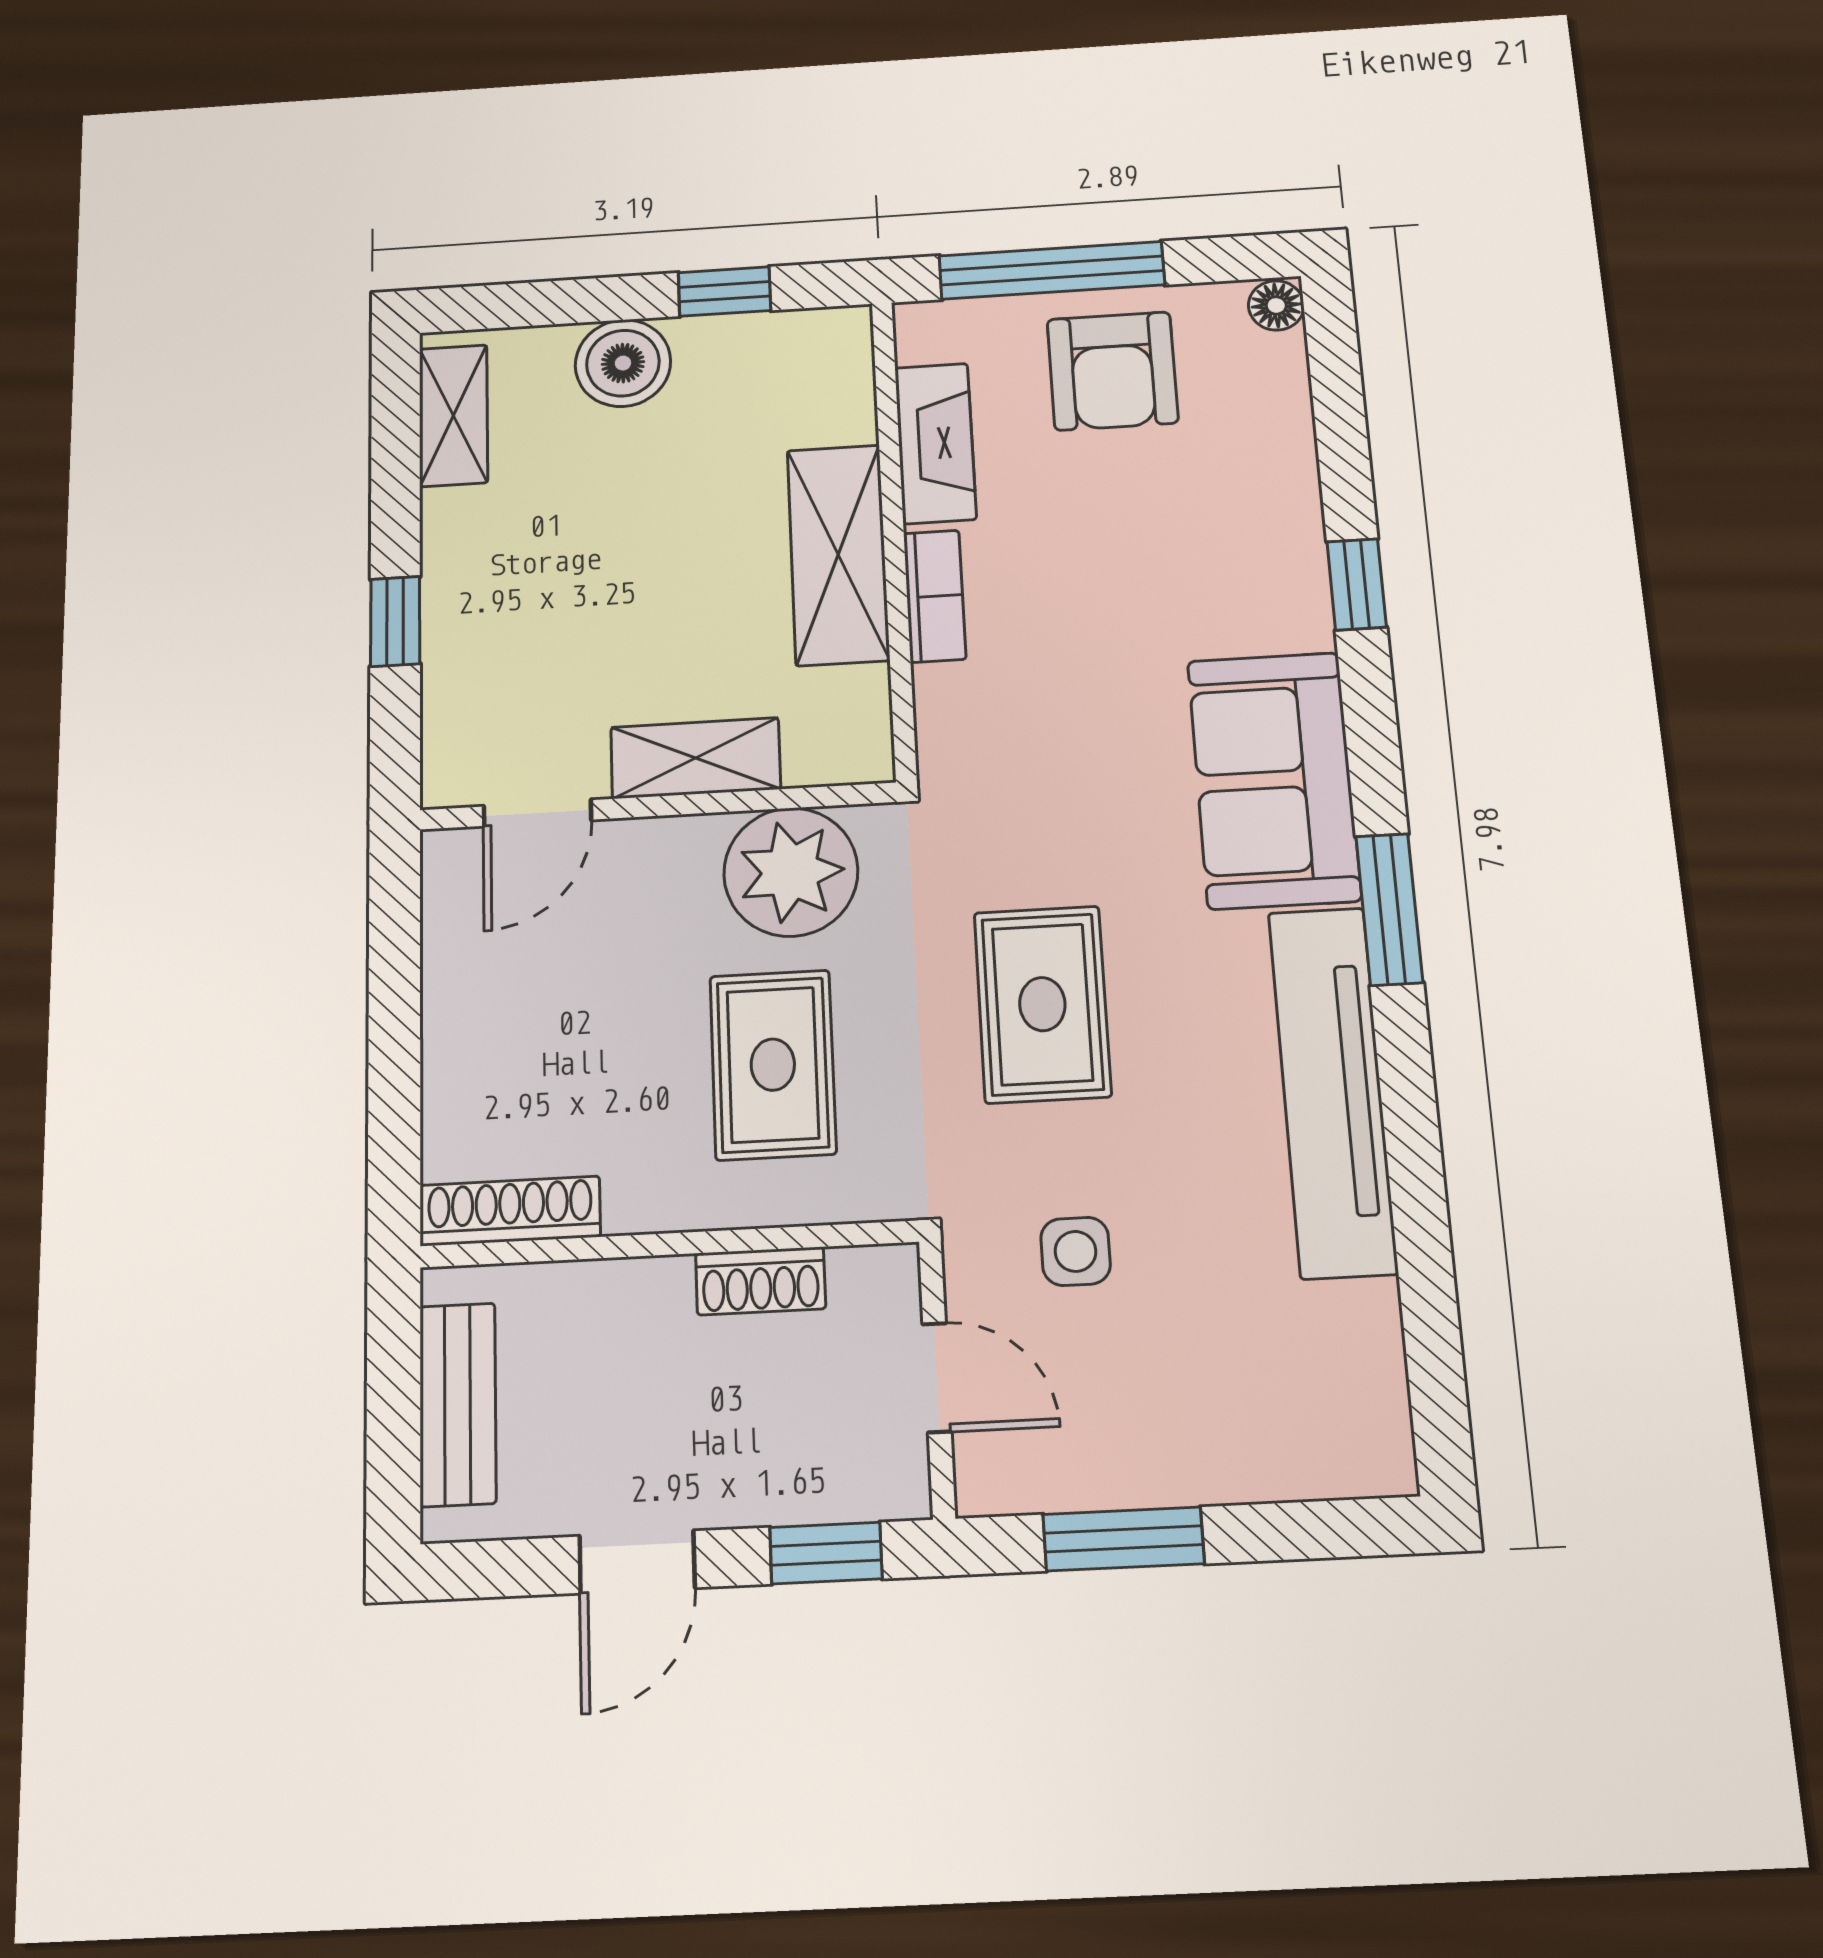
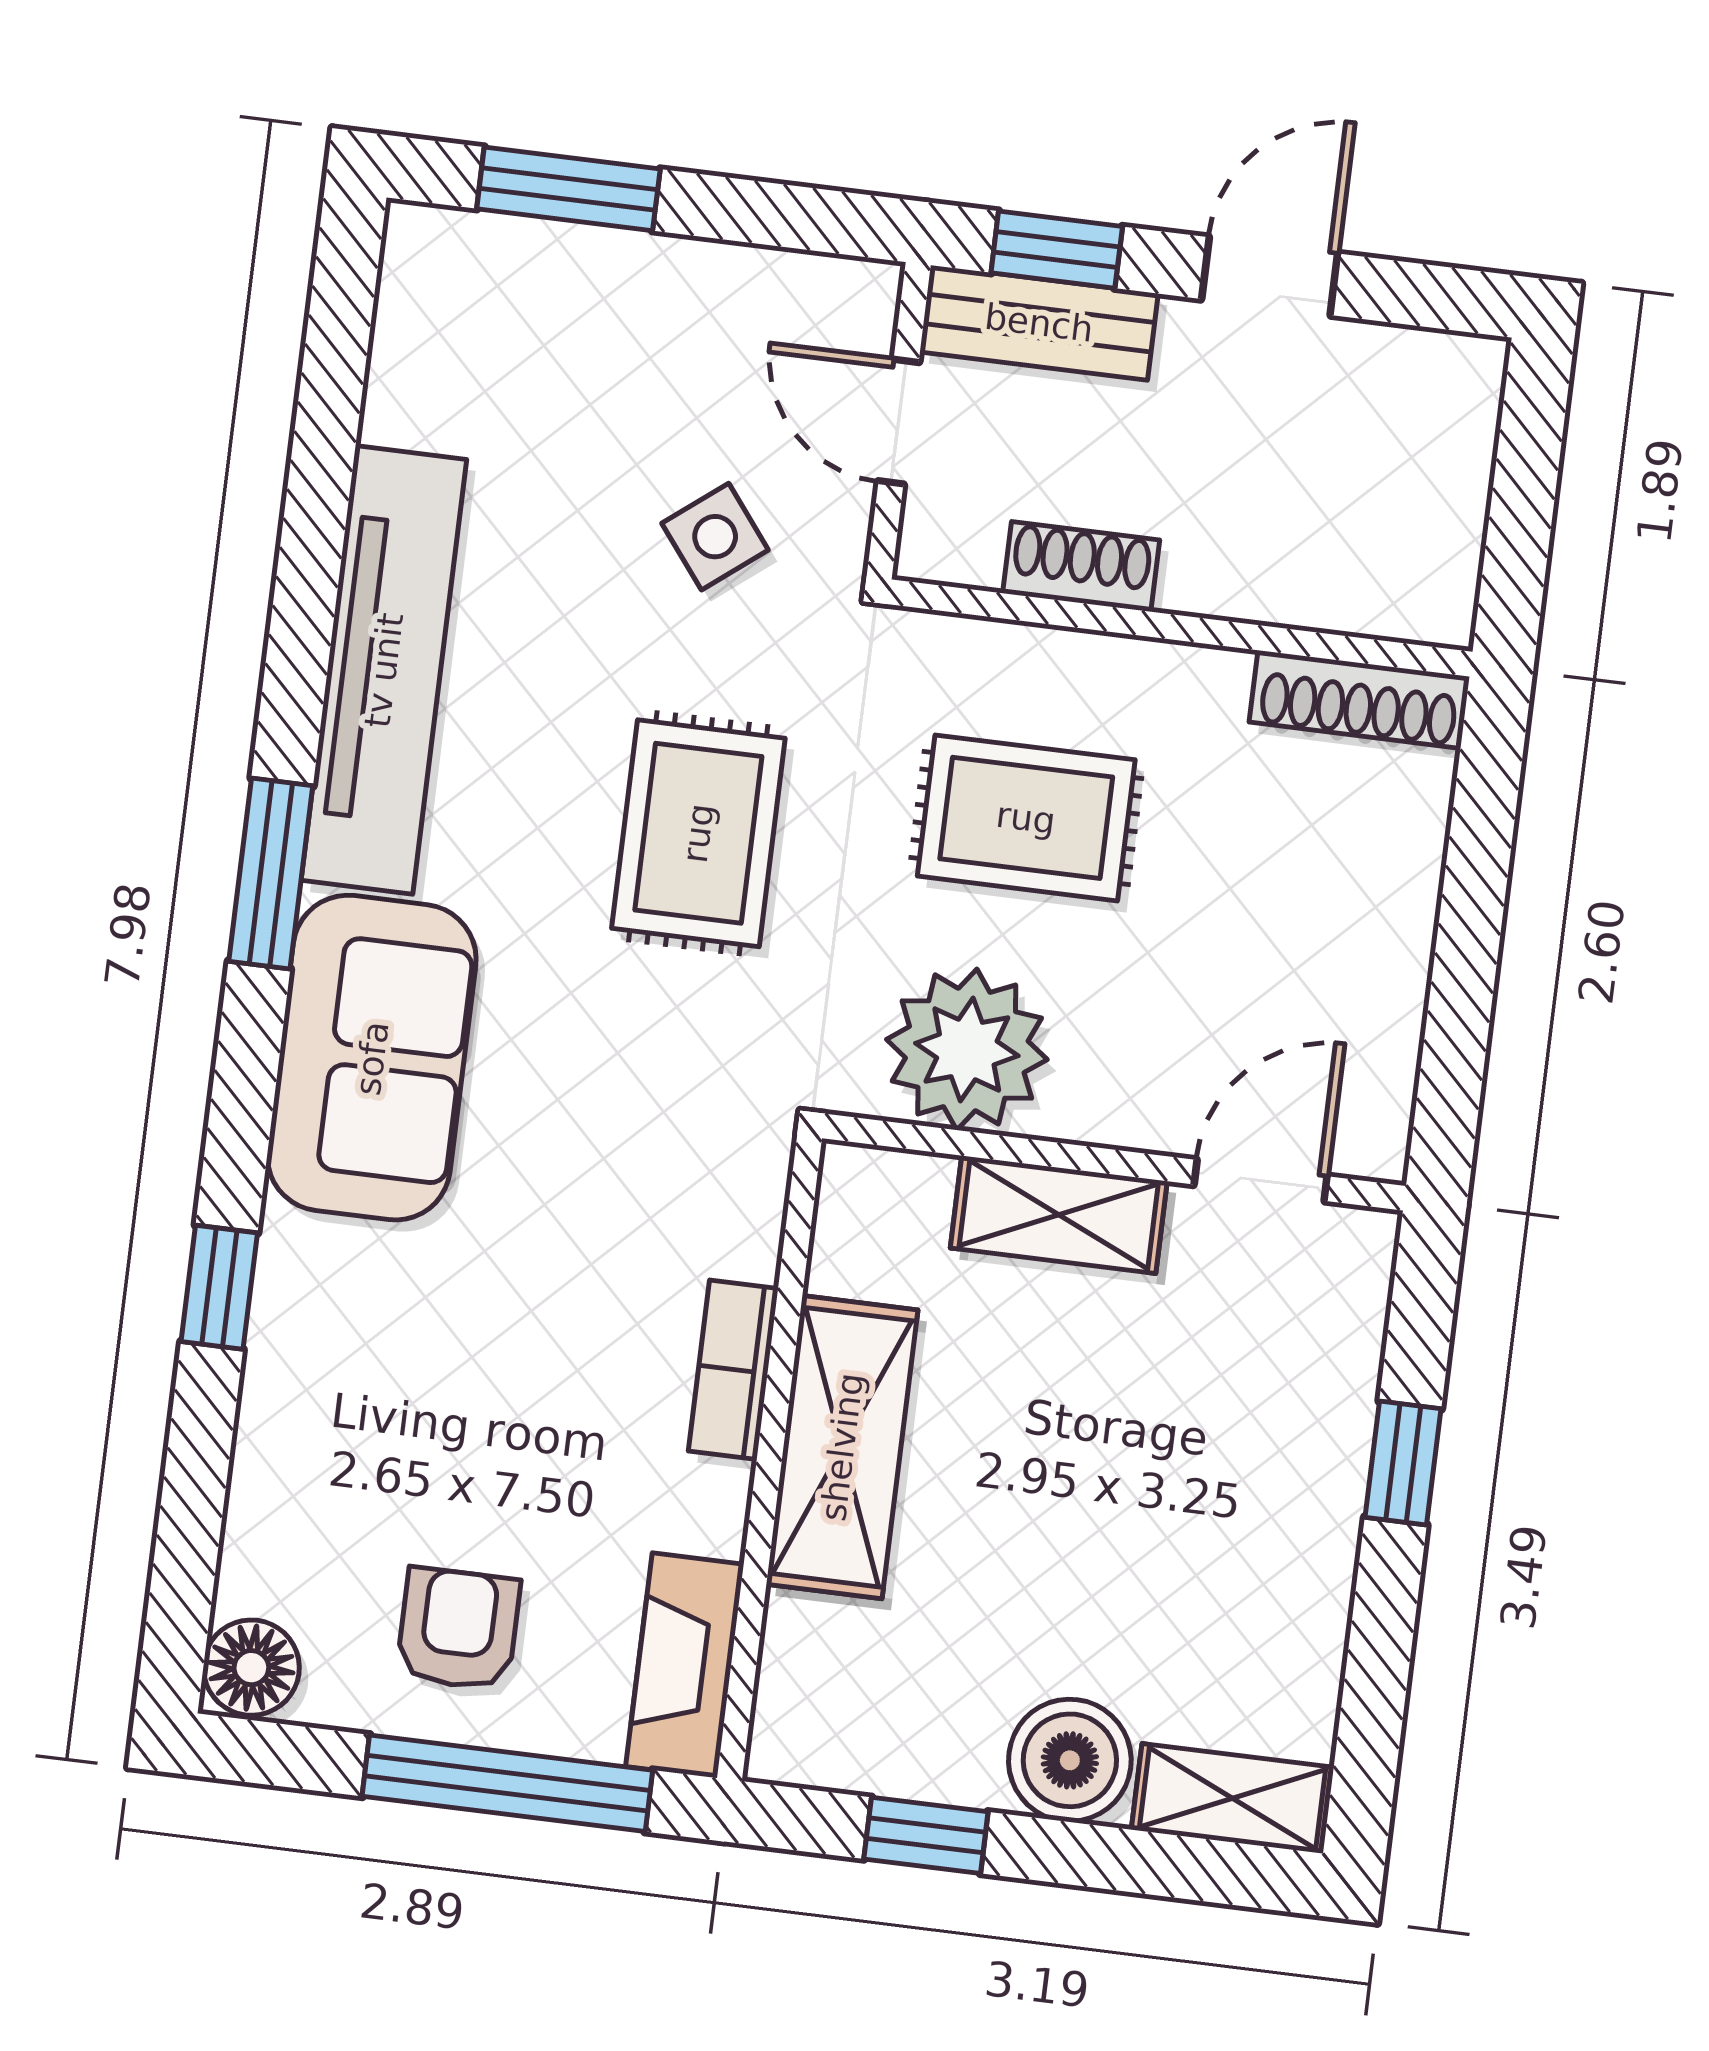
floor lamp: (1276, 305) -> (251, 1668), width x1.37, depth x1.37
armchair: (1112, 371) -> (458, 1629), width x0.72, depth x0.72
shelving: (453, 415) -> (1233, 1798), moved, turned 90
fireplace: (935, 443) -> (685, 1665), moved
rug: (773, 1065) -> (1026, 818), turned 90
side table: (1076, 1251) -> (715, 537), turned -38
bench: (458, 1404) -> (1039, 323), moved, turned 90
window: (1123, 1539) -> (568, 189), moved

